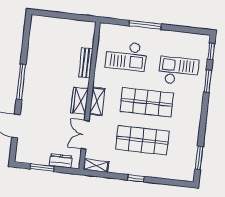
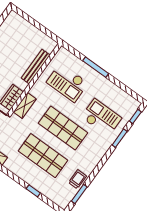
bench: (86, 63) -> (36, 67), width x1.36
trolley: (189, 144) -> (78, 179), added
window: (136, 178) -> (33, 191), moved

